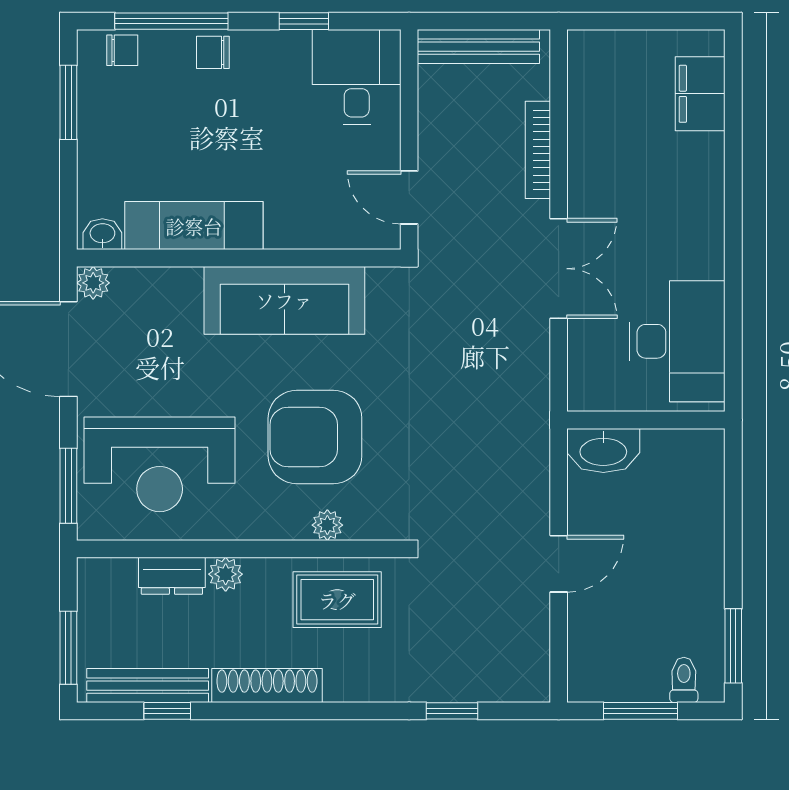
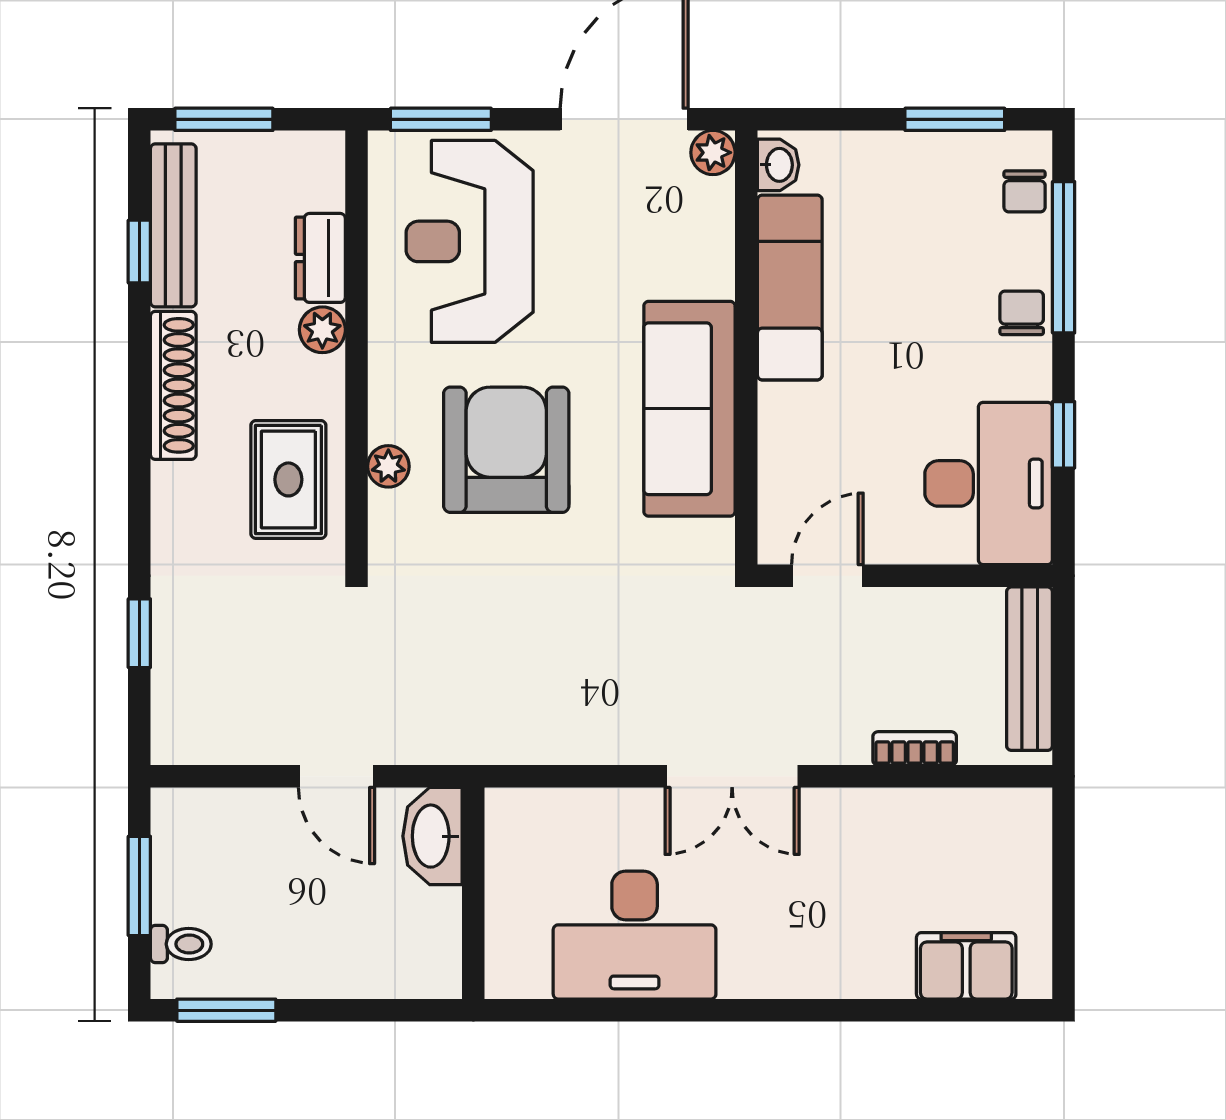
desk: (357, 77) -> (989, 483), width x1.37
bookcase: (538, 150) -> (915, 748), width x0.64
wall: (646, 420) -> (473, 893), moved
washbasin: (603, 451) -> (433, 836), moved

